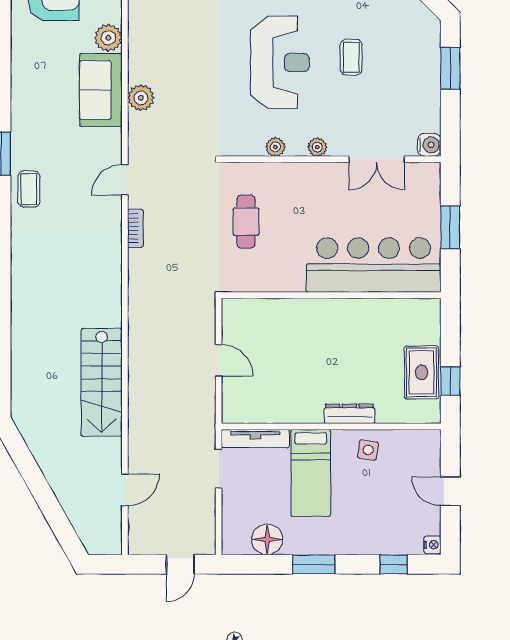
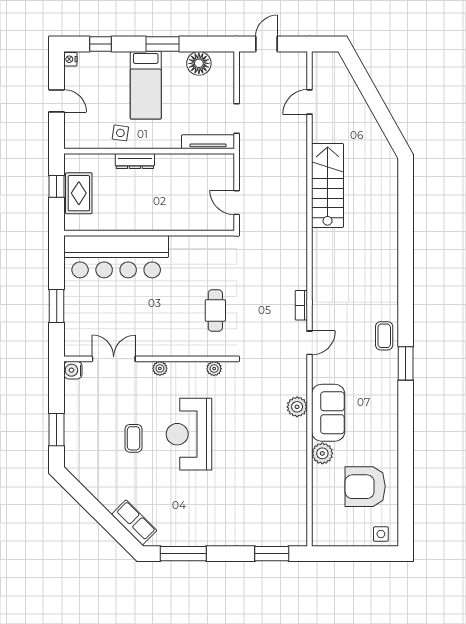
plant: (275, 147) -> (214, 369), moved
bar counter: (374, 265) -> (116, 257), moved
wall: (331, 295) -> (149, 233), moved
bed: (311, 473) -> (146, 85), moved, turned 180

